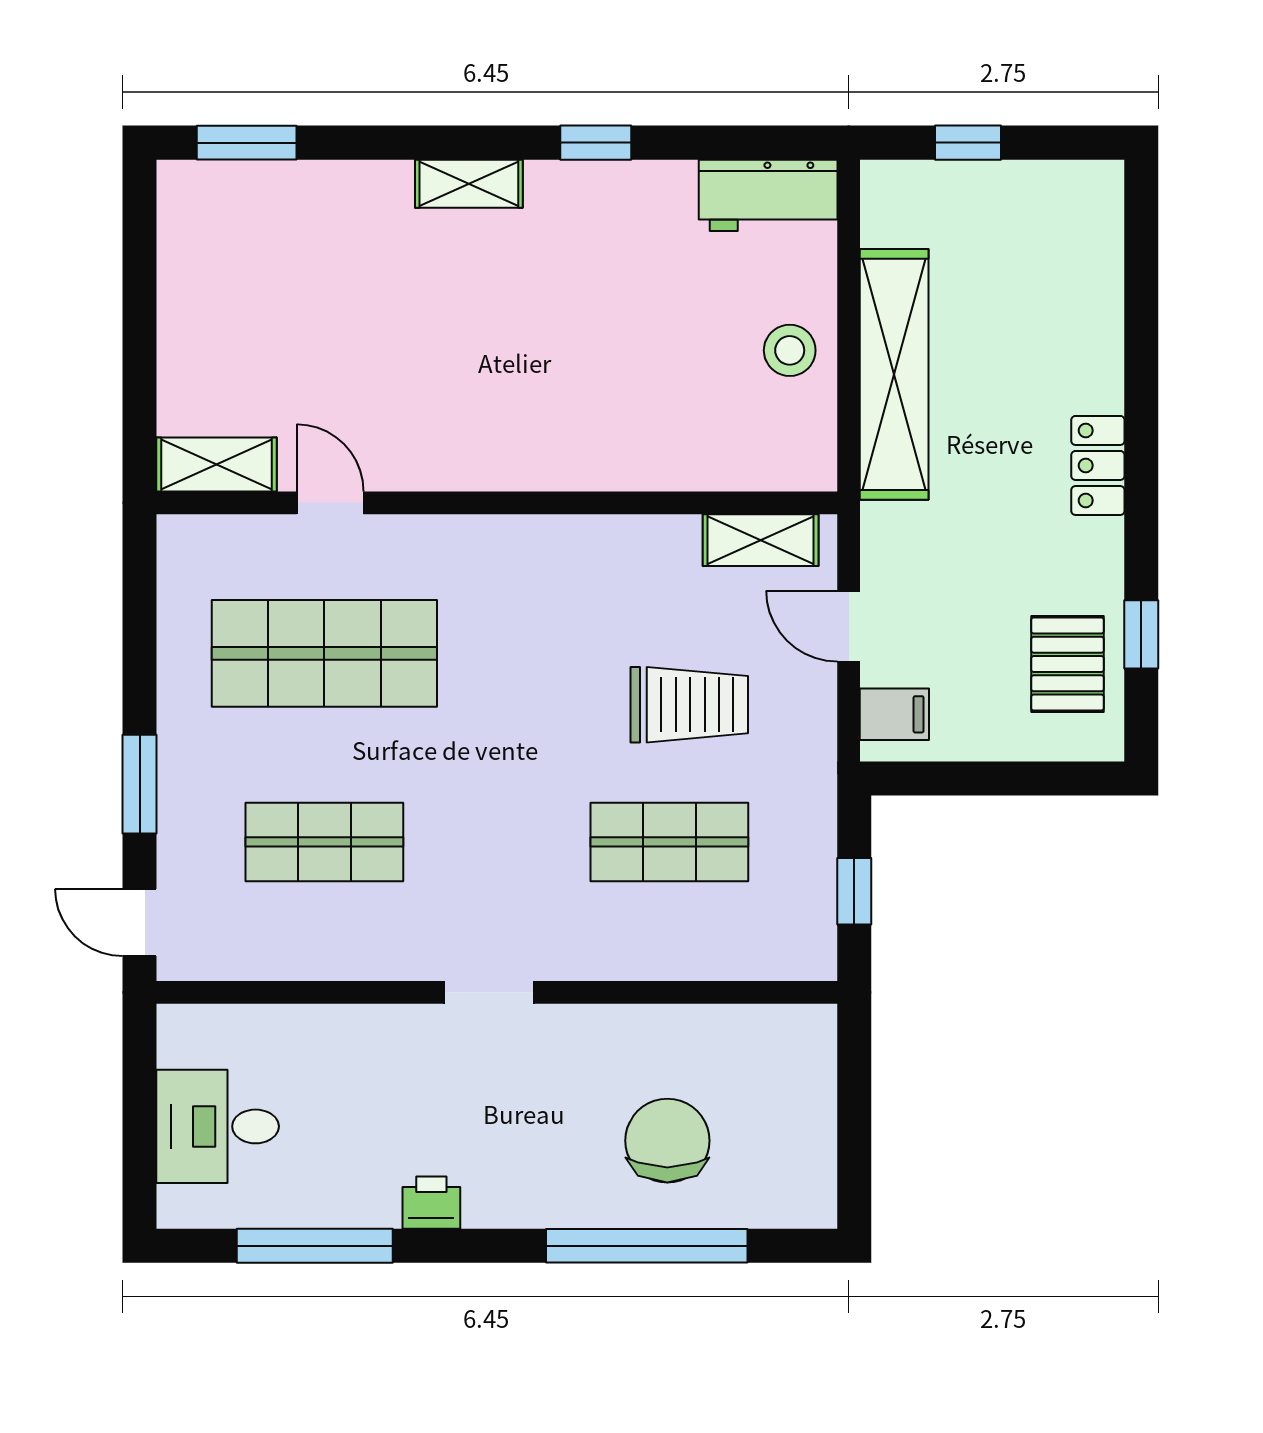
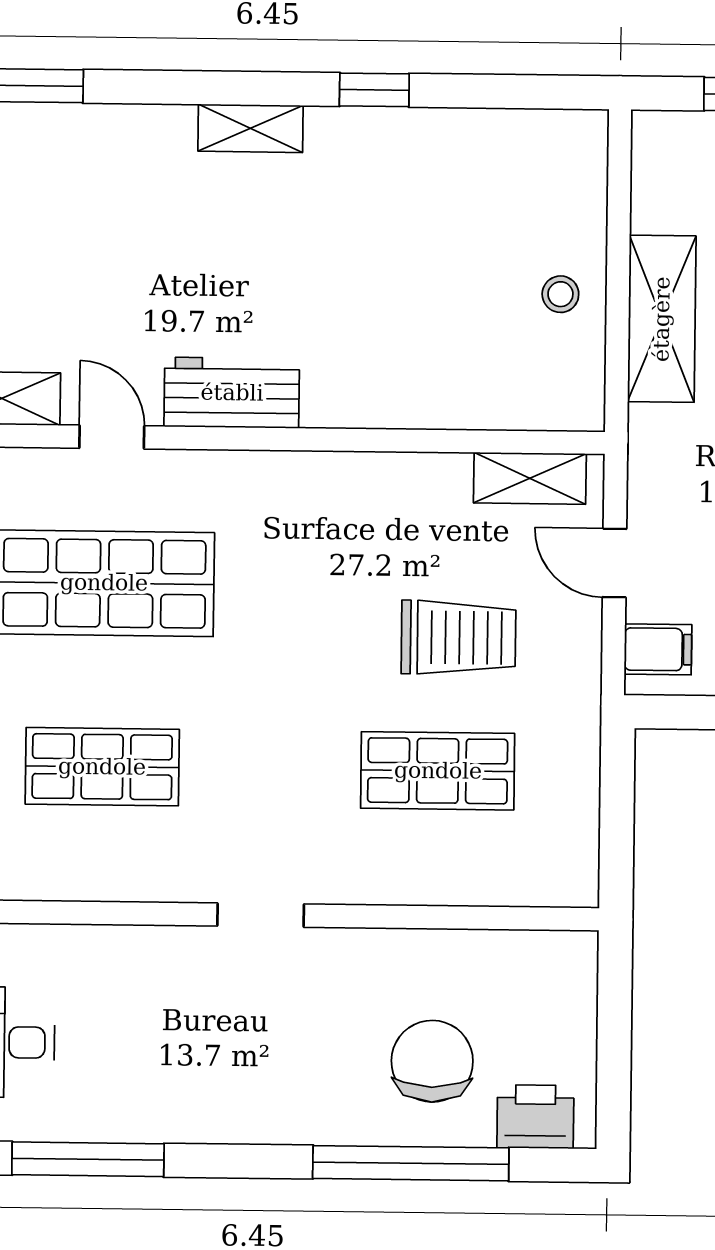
workbench: (768, 195) -> (232, 393), moved, turned 180
stool: (790, 350) -> (560, 294), width x0.73, depth x0.73
shelving: (894, 374) -> (662, 319), width x0.68
window: (854, 891) -> (617, 821), removed
printer: (431, 1203) -> (535, 1117), moved, width x1.36, depth x1.24

